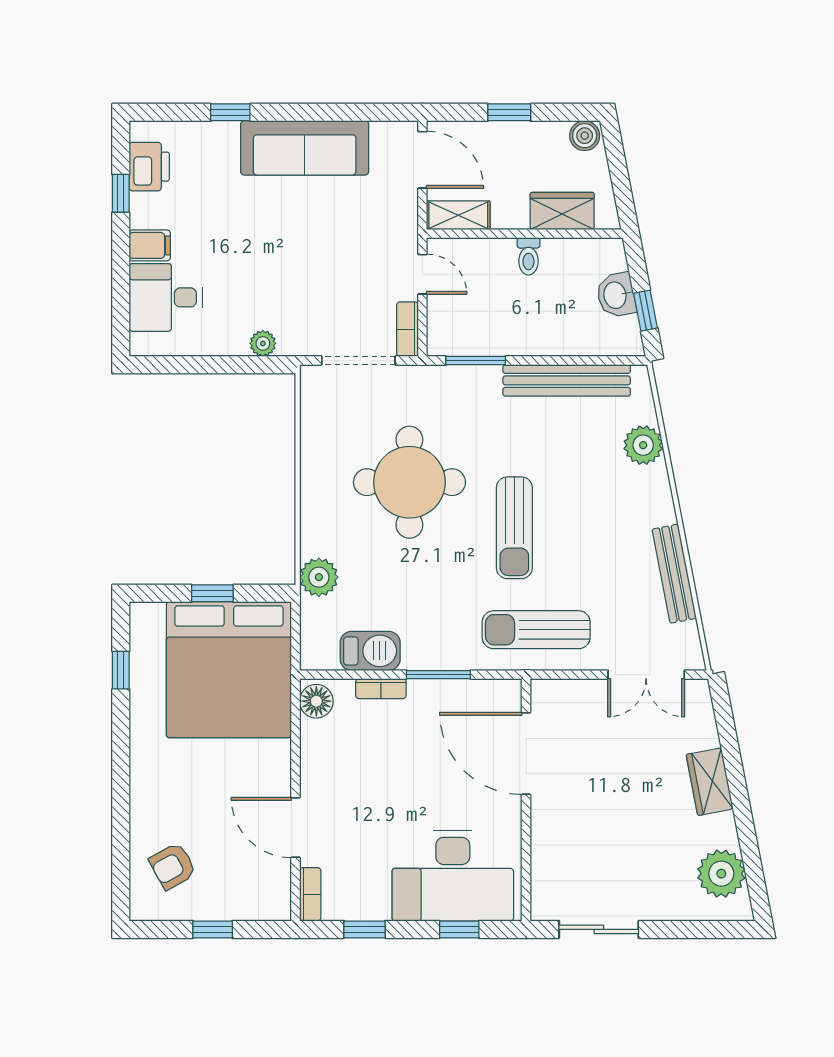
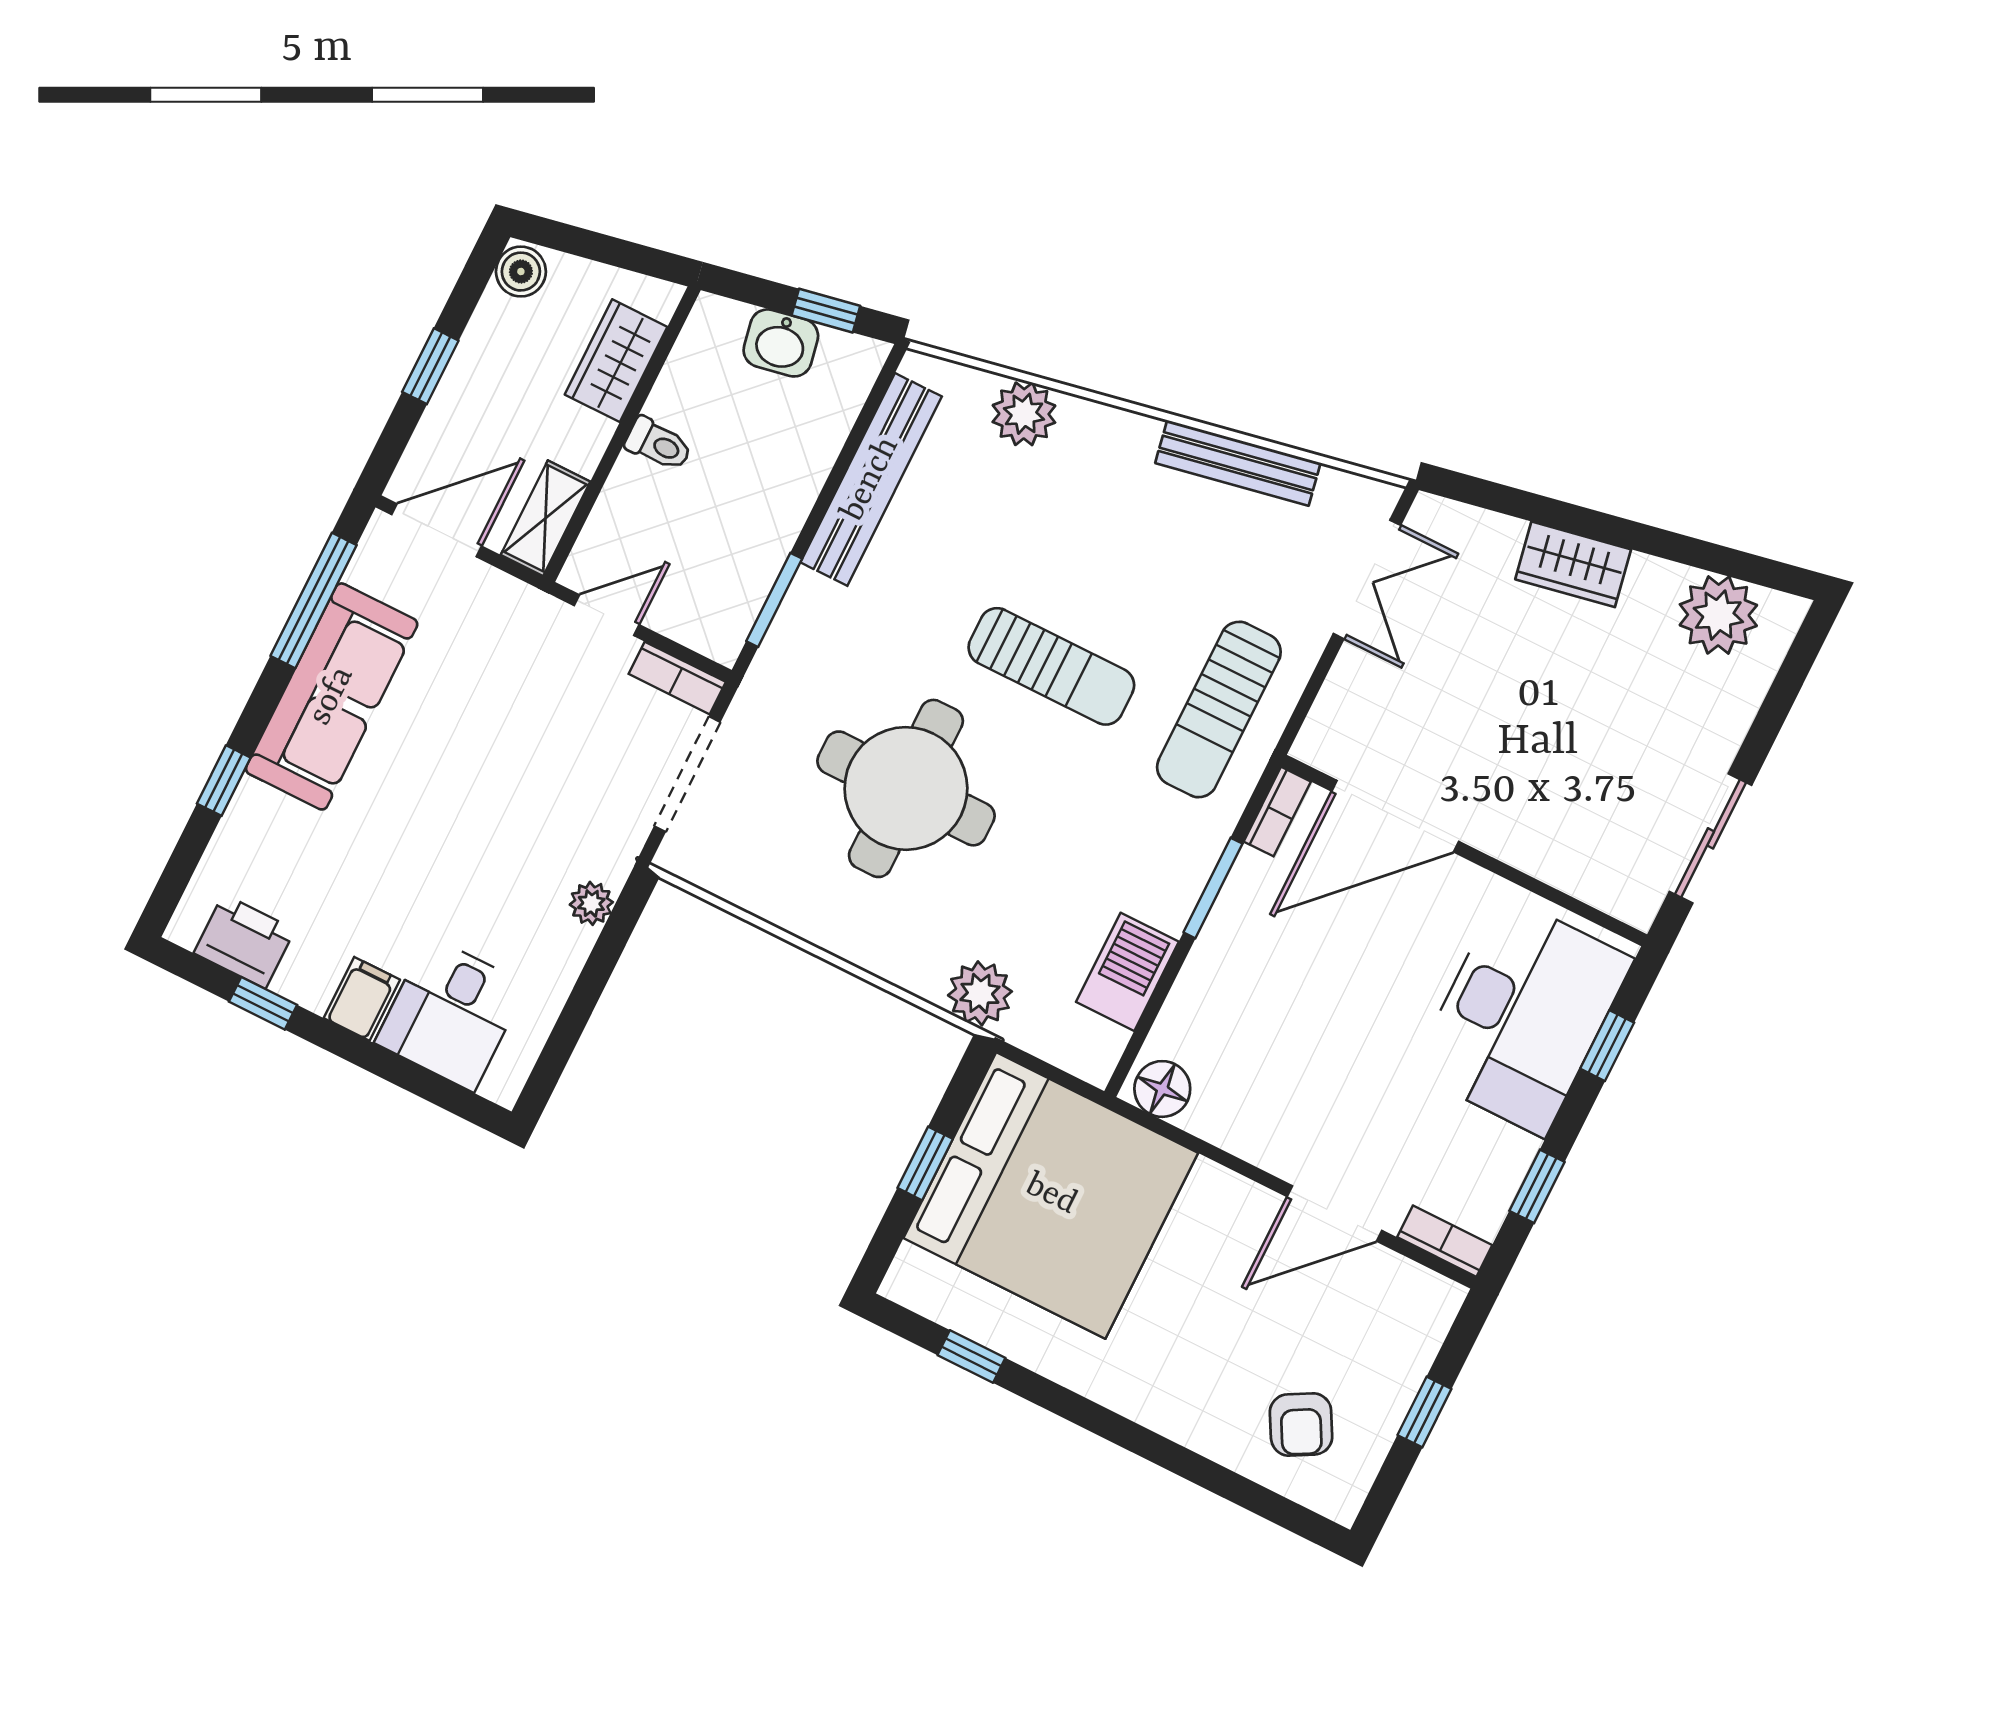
window: (352, 112) -> (314, 600), added
bookcase: (381, 689) -> (1277, 812), moved

